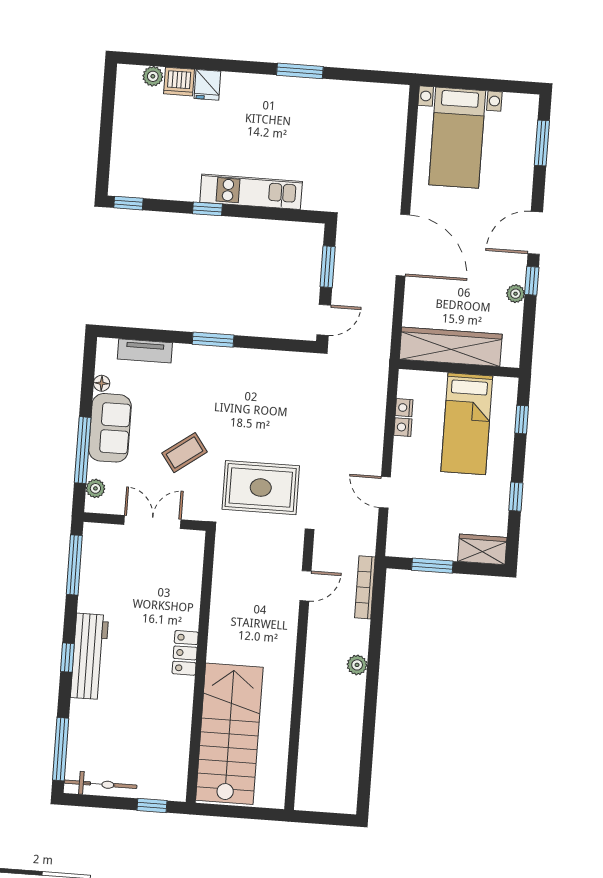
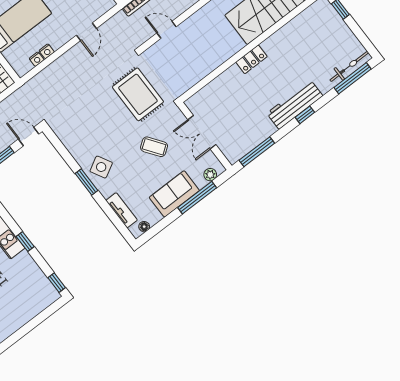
side table: (215, 372) -> (101, 167), added
floor lamp: (102, 383) -> (144, 227), moved
bicycle: (101, 784) -> (349, 66), moved, turned 90

